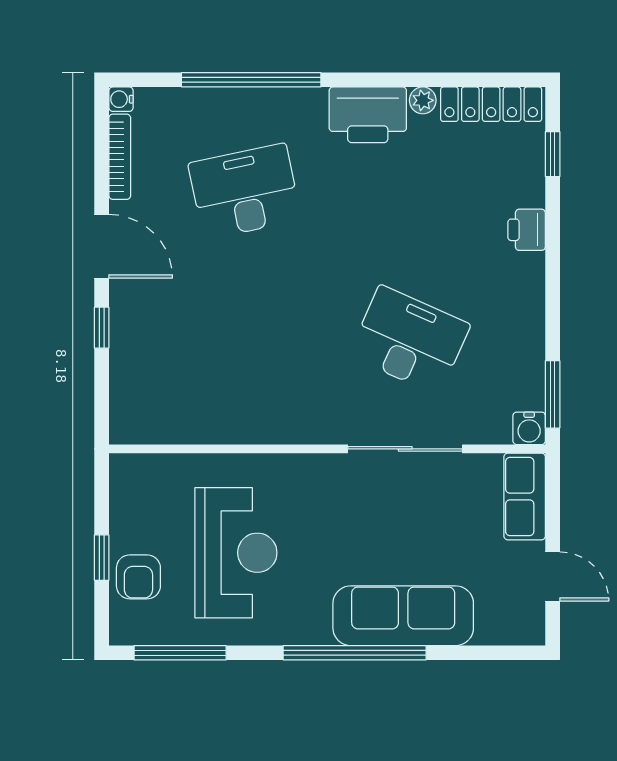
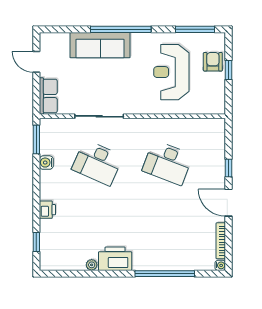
locker: (491, 104) -> (63, 263), removed
desk: (245, 191) -> (168, 163), moved, turned 33
water cooler: (529, 428) -> (46, 163), moved, turned -90

